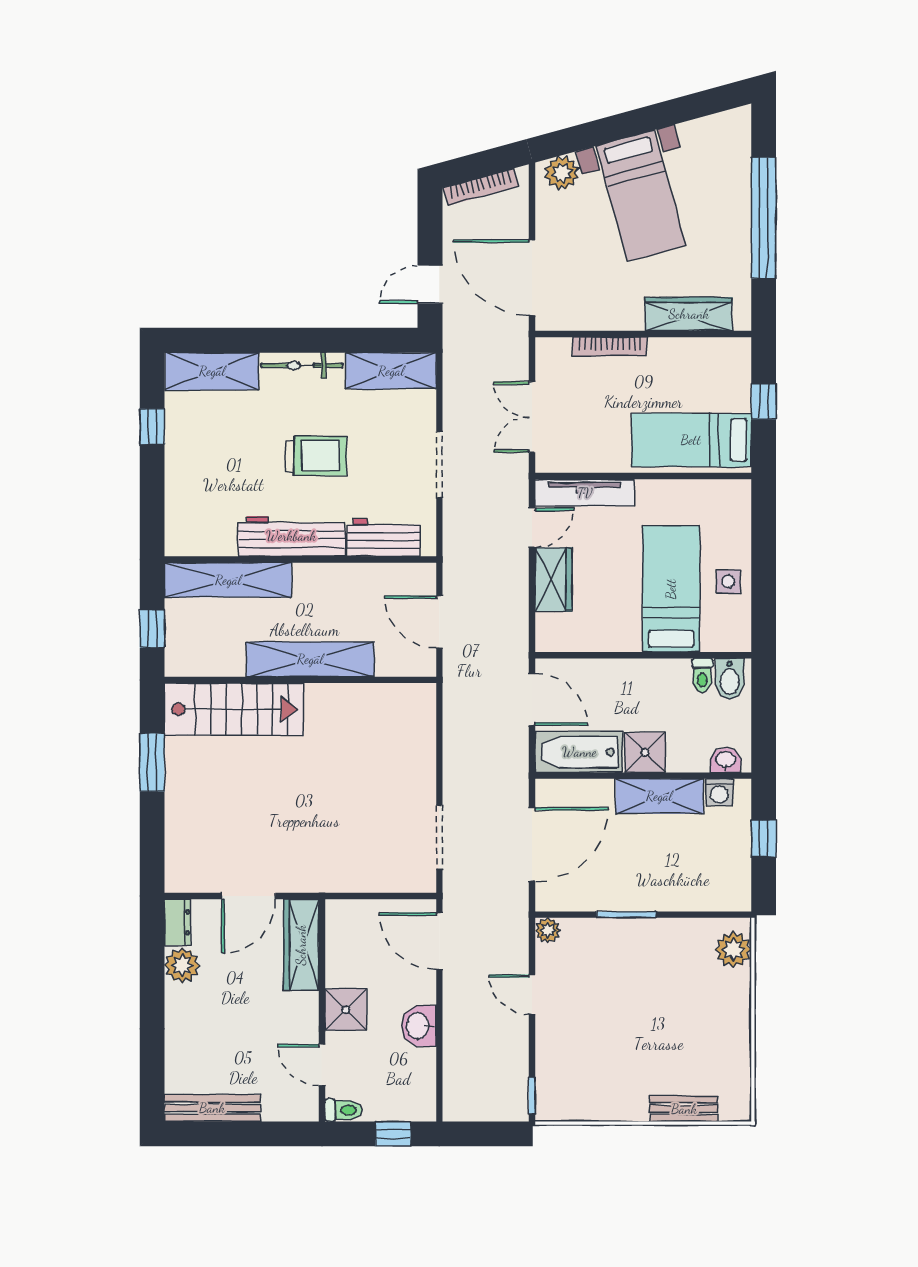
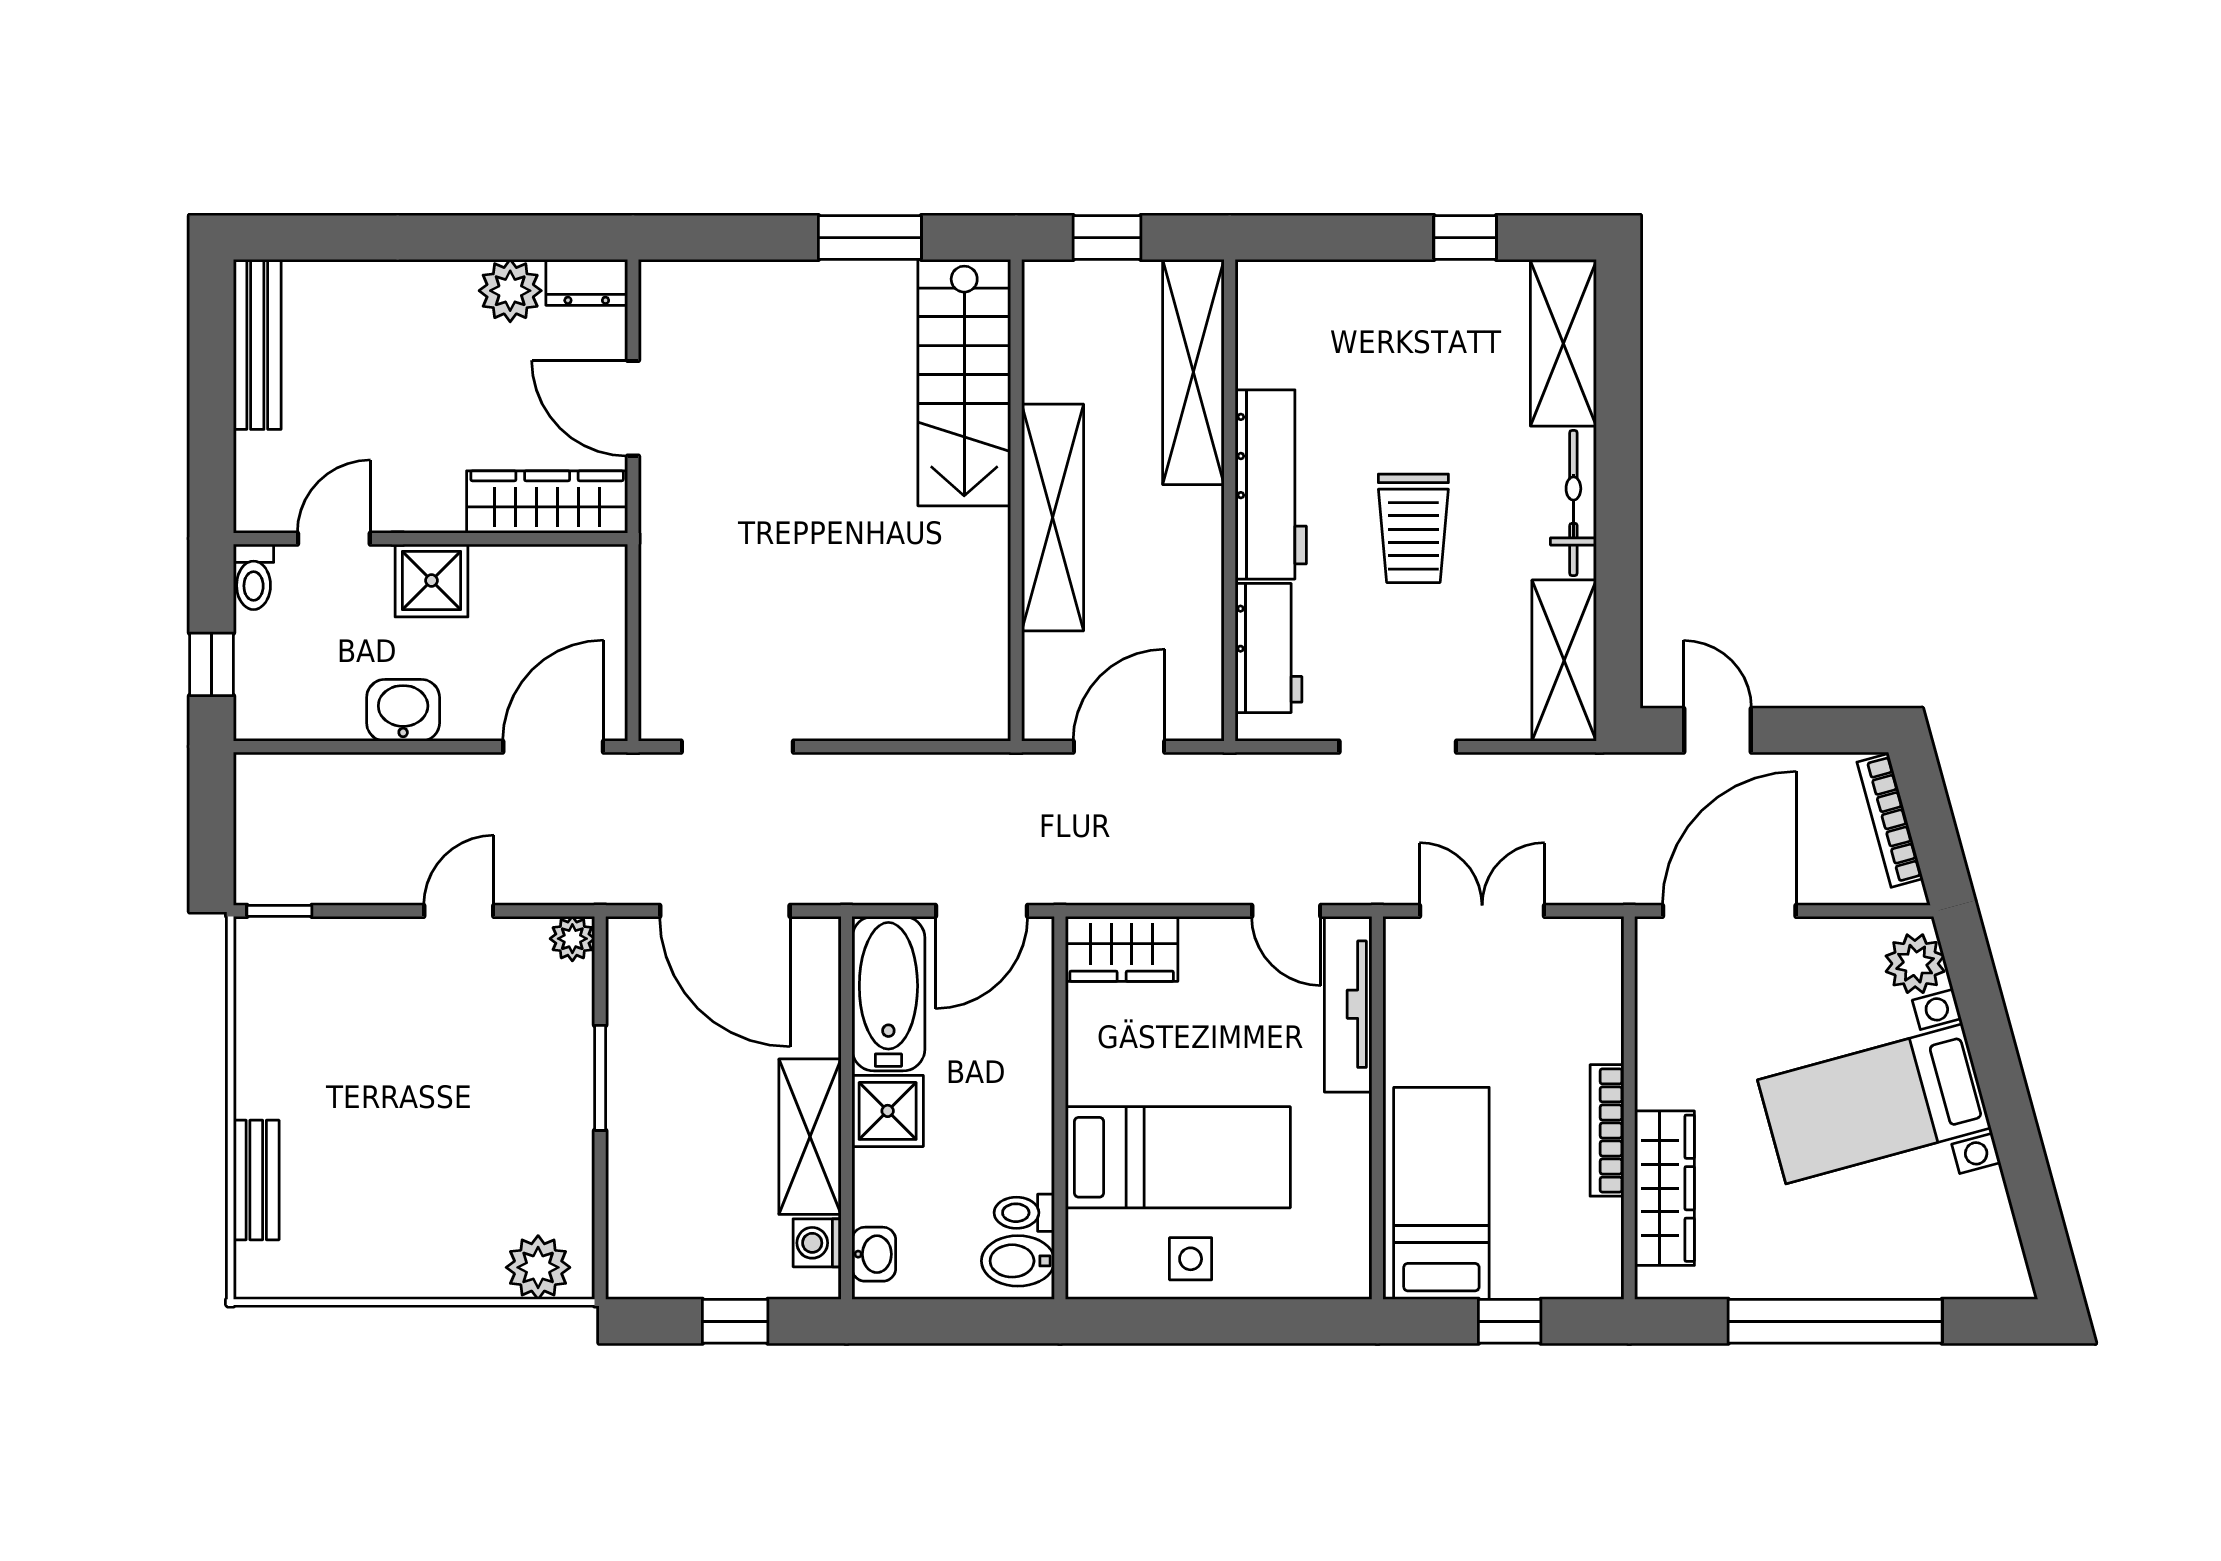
bookcase: (610, 347) -> (1607, 1130), moved
wardrobe: (553, 579) -> (1122, 949), moved

